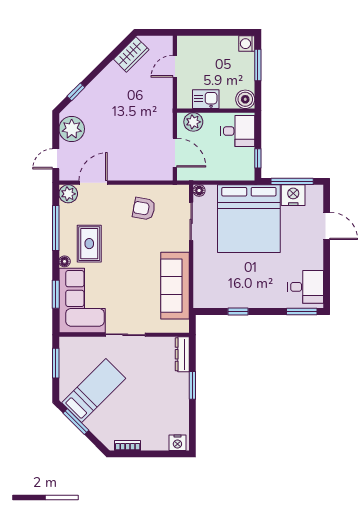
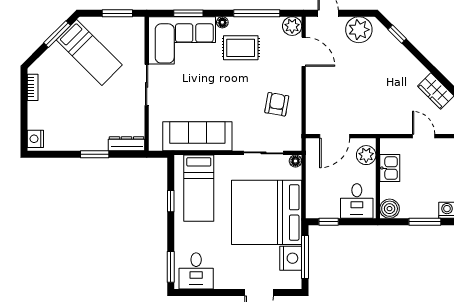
bed: (225, 284) -> (199, 188), added

